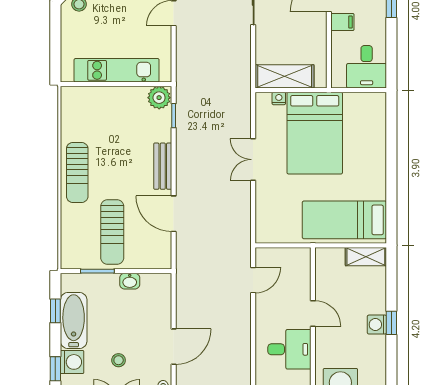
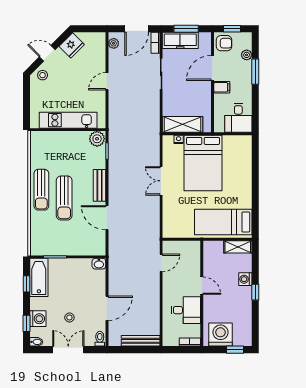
sun lounger: (112, 232) -> (64, 198), moved
washbasin: (130, 281) -> (99, 264), moved
bathtub: (74, 320) -> (39, 277), moved
washing machine: (377, 325) -> (245, 279), moved

